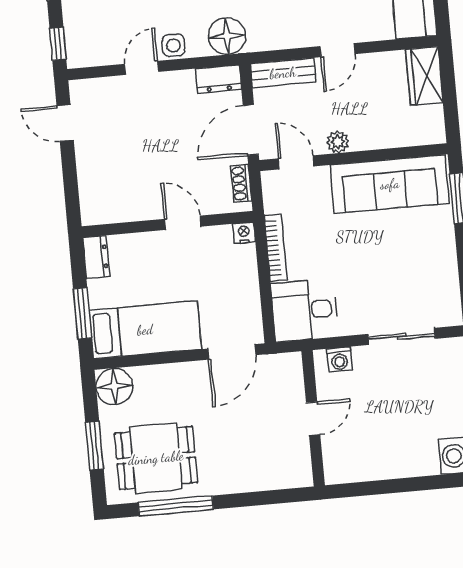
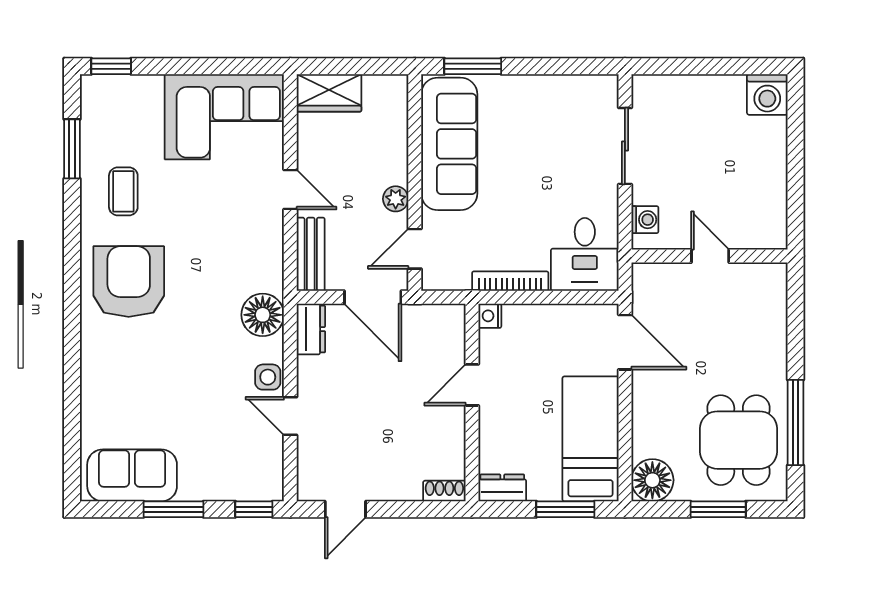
shoe rack: (241, 183) -> (444, 491), moved, turned 180

